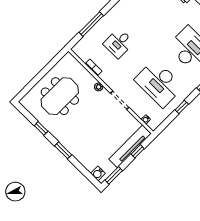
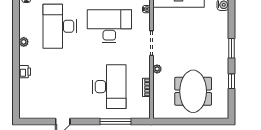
desk: (119, 43) -> (109, 87), width x1.87, depth x1.30
desk: (159, 83) -> (109, 26), turned -90
meeting table: (60, 96) -> (193, 91), turned 90

